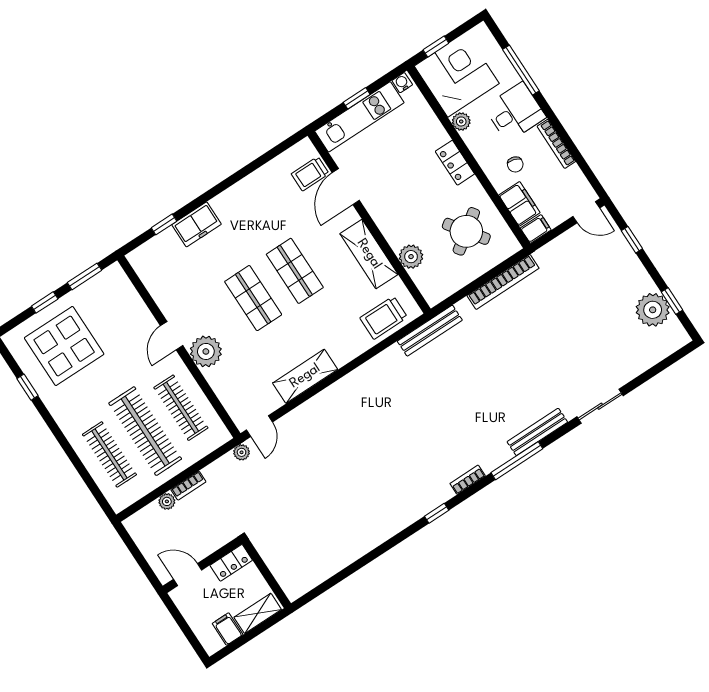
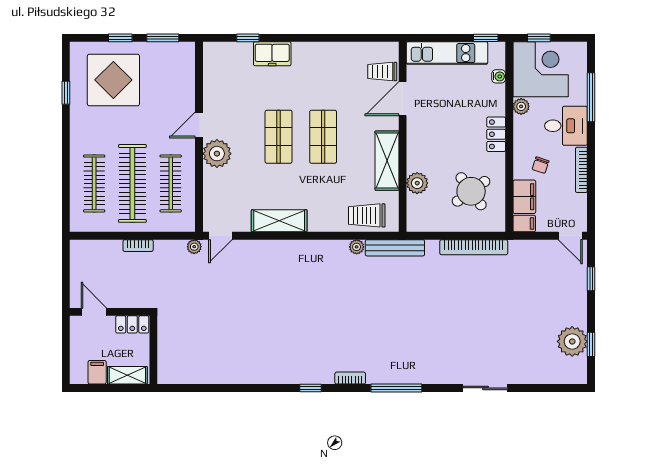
water cooler: (402, 83) -> (499, 76), moved, turned 90
window: (357, 98) -> (486, 38), moved
bench: (537, 432) -> (426, 376), removed
plant: (167, 501) -> (357, 247), moved

